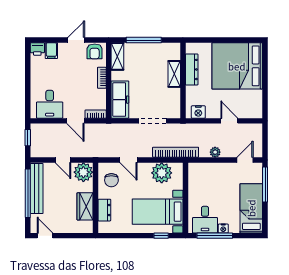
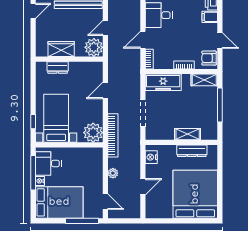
plant: (162, 173) -> (93, 133), moved
chair: (111, 180) -> (86, 74), removed
bed: (251, 208) -> (59, 202), width x1.50

